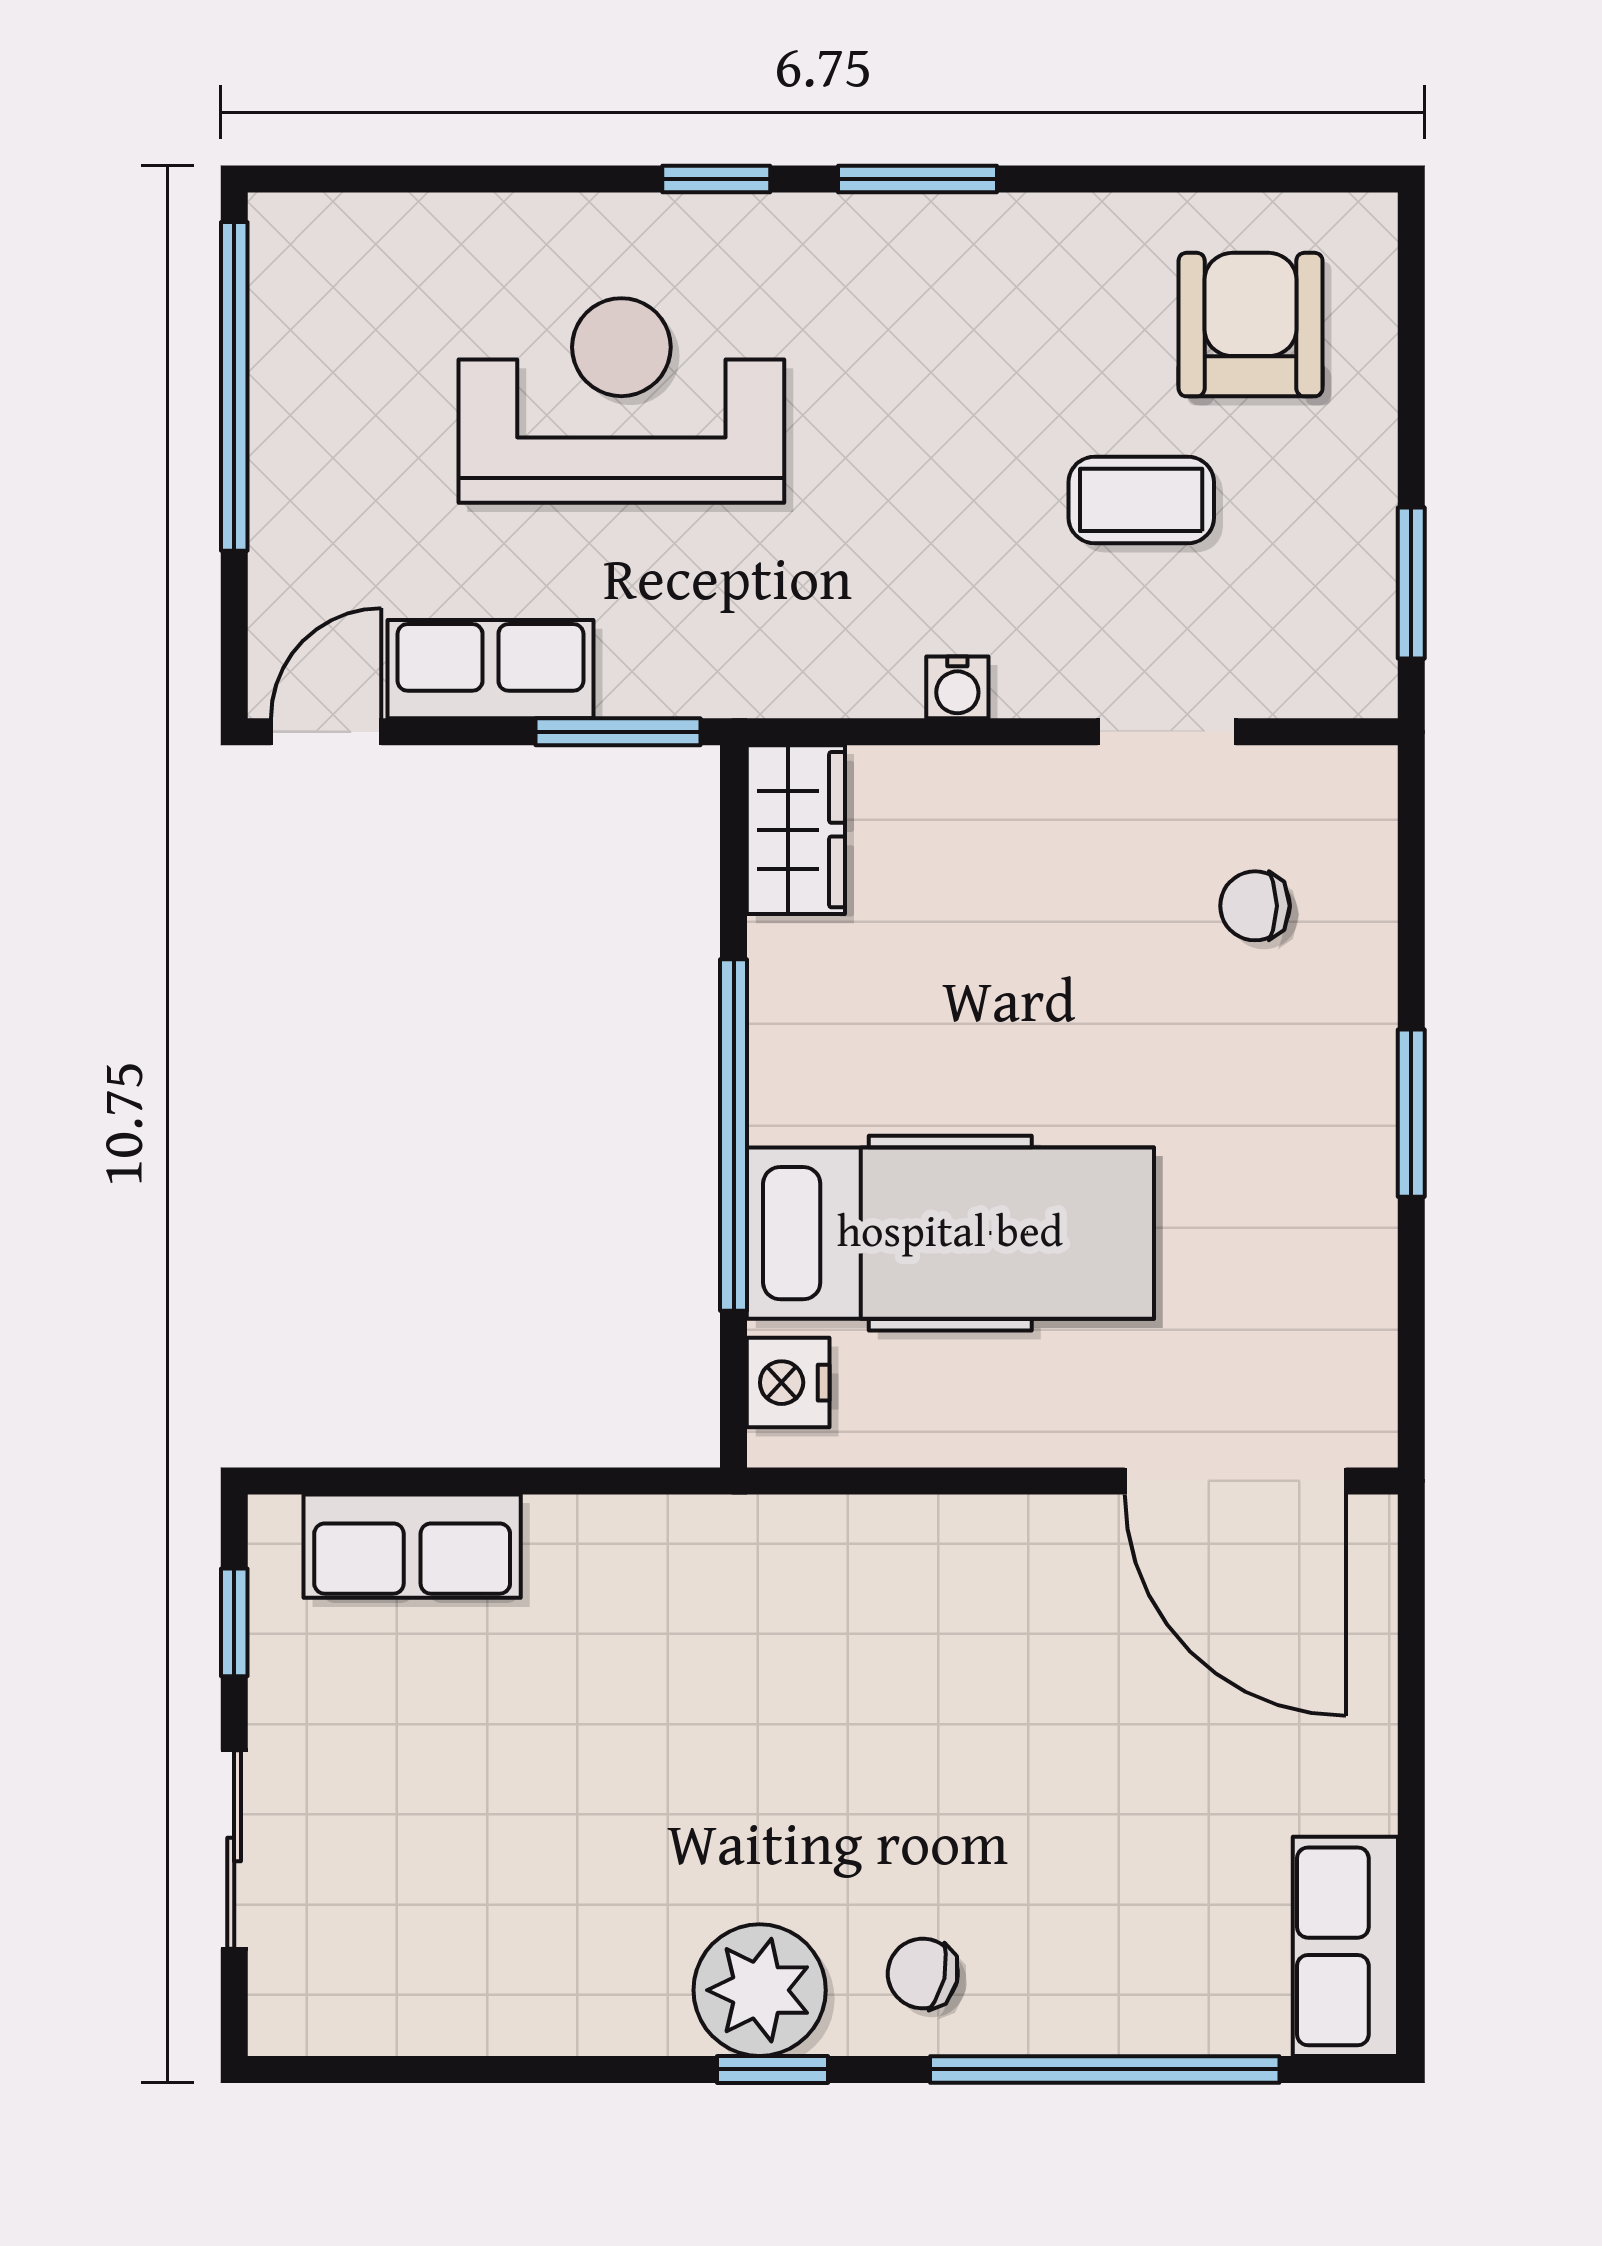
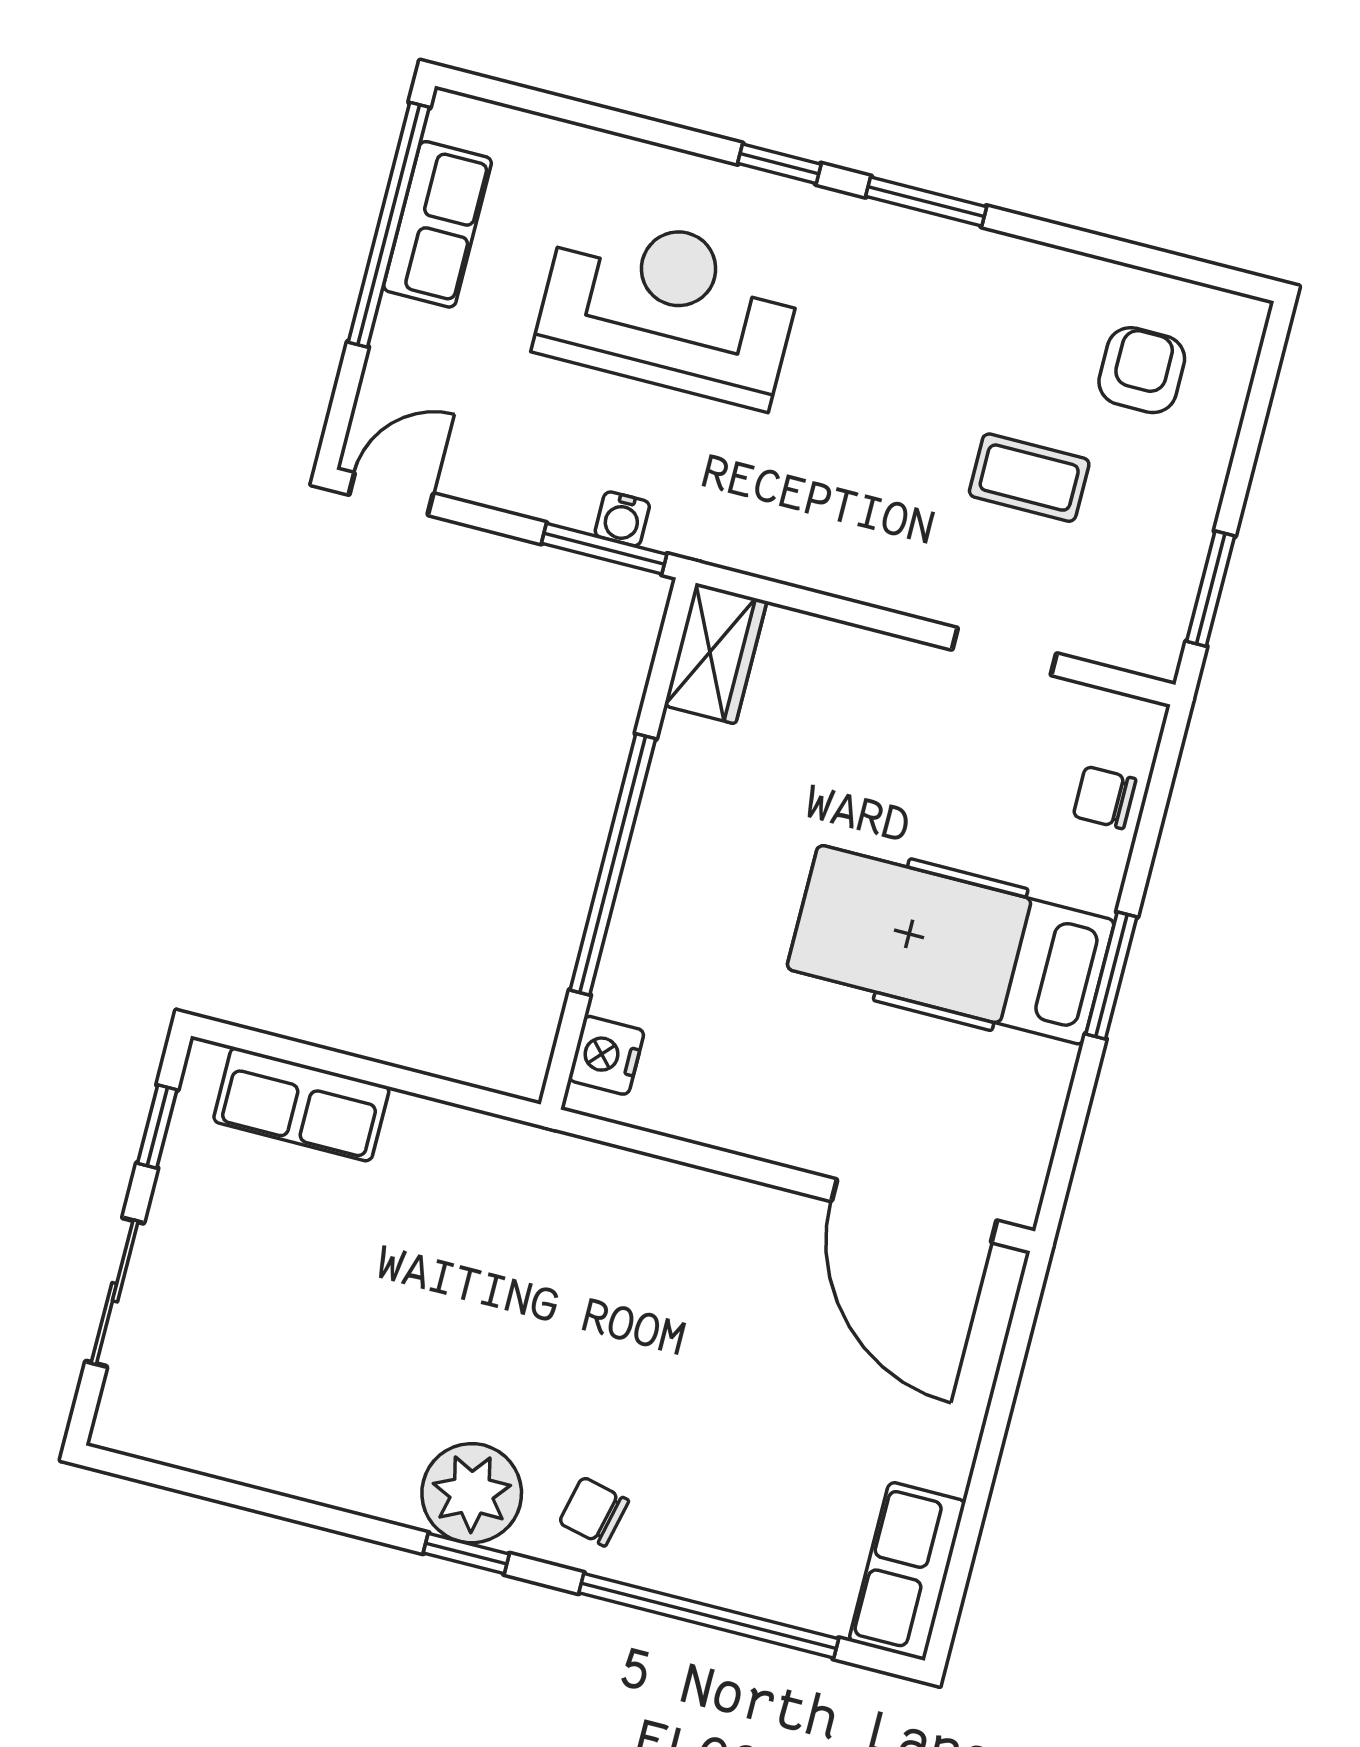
armchair: (1251, 325) -> (1142, 370), width x0.72, depth x0.72
row of seats: (490, 669) -> (438, 224), moved, turned 90
water cooler: (957, 687) -> (622, 519), moved
chair: (1255, 906) -> (1105, 798), moved
hospital bed: (950, 1233) -> (951, 945), moved, turned 180

